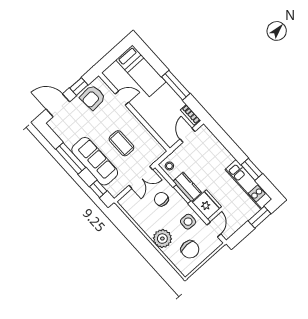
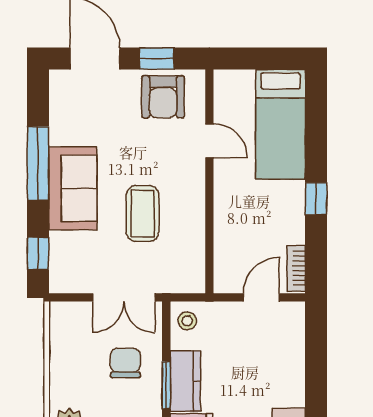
window: (176, 85) -> (316, 199), width x0.46
armchair: (93, 97) -> (163, 97), turned -86
sofa: (95, 161) -> (73, 188), width x0.73

